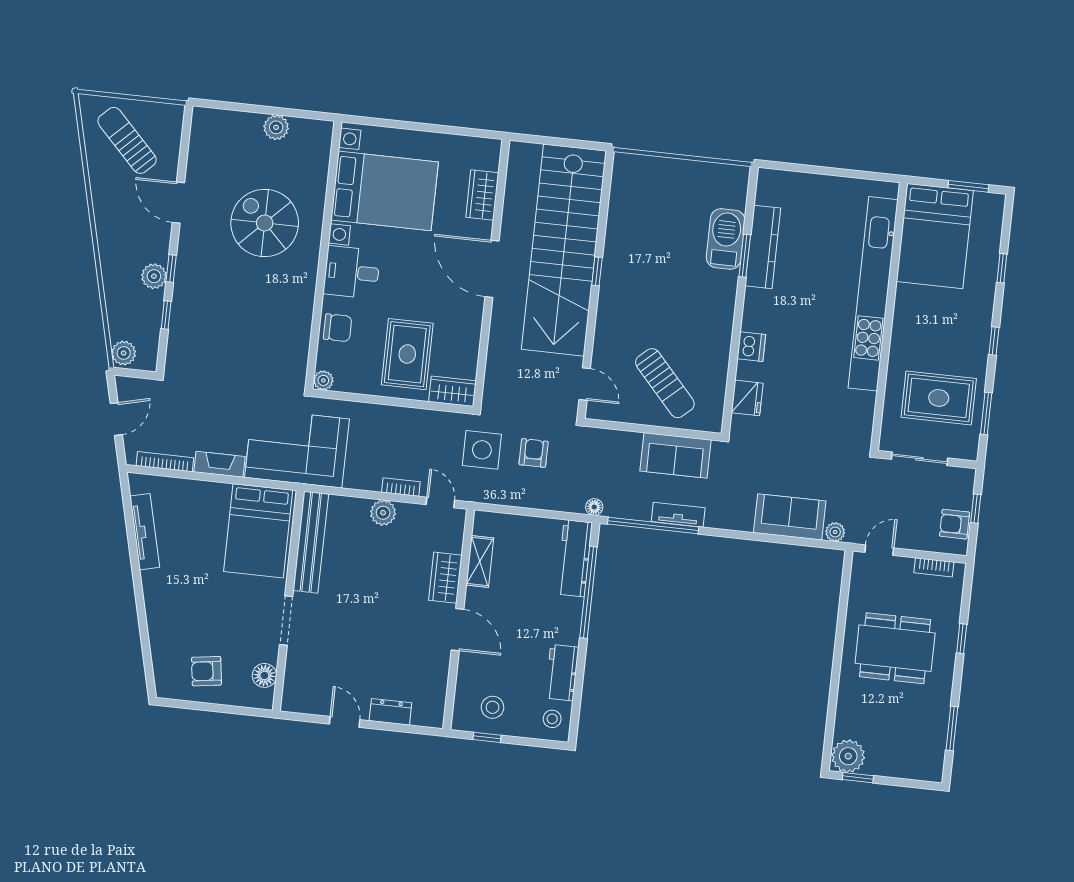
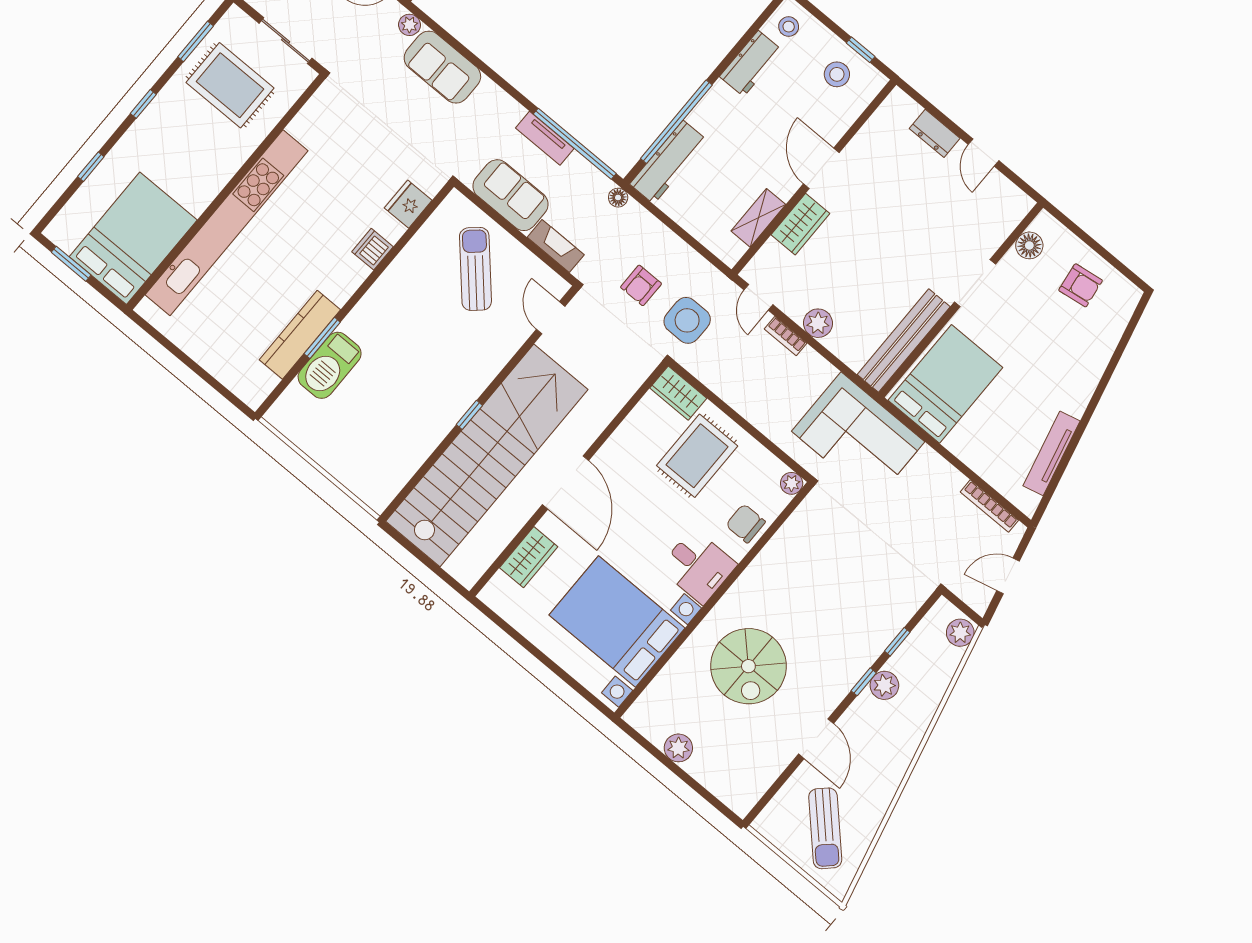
fireplace: (220, 464) -> (556, 246), moved, turned 180

